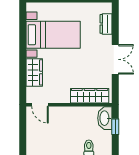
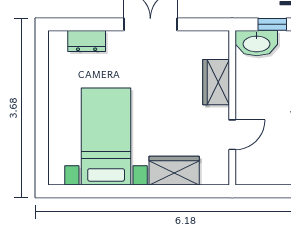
wardrobe: (90, 96) -> (216, 82), width x0.67
door: (40, 105) -> (232, 135), moved

